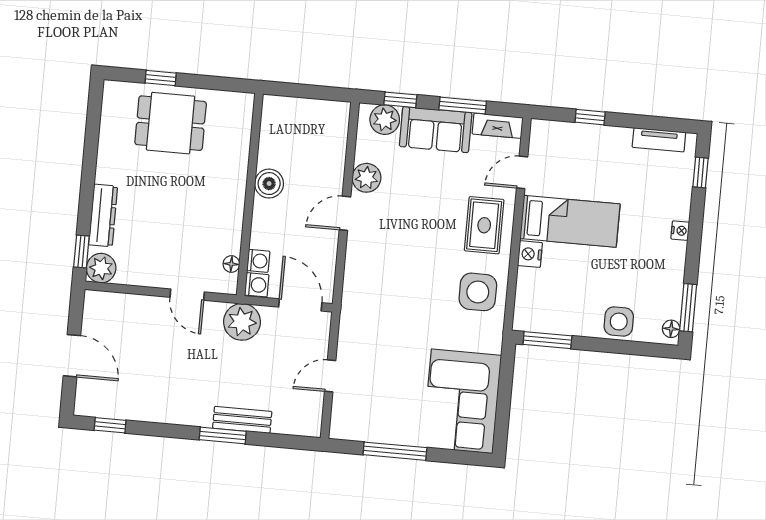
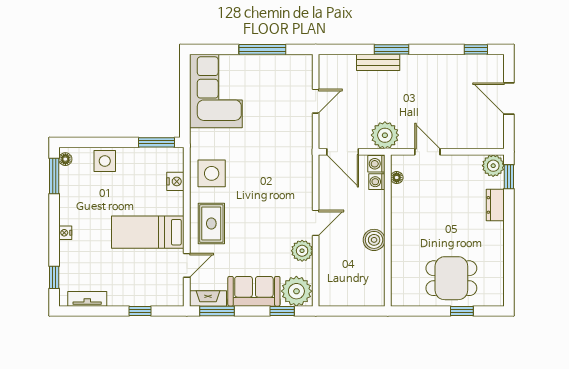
window: (463, 106) -> (217, 311), moved
plant: (385, 120) -> (296, 291), width x1.36, depth x1.36
dresser: (103, 215) -> (495, 205), width x0.70
nightstand: (530, 254) -> (175, 181), moved

